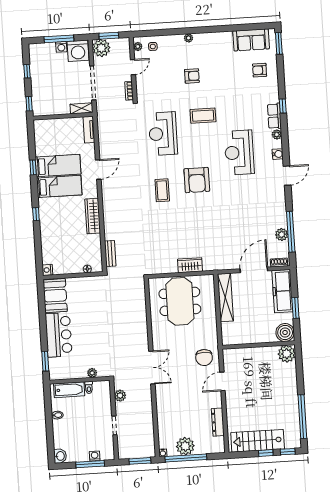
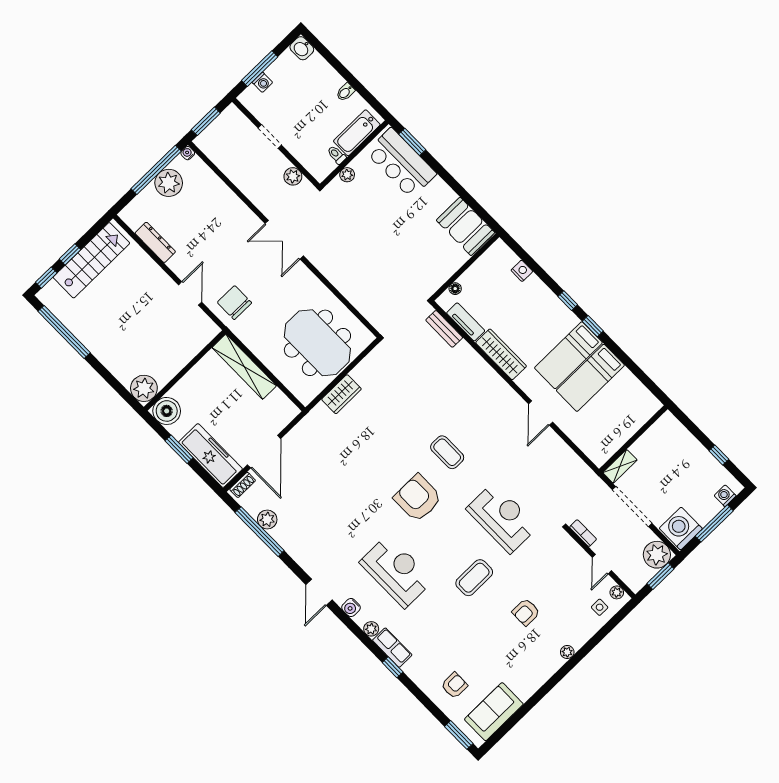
washing machine: (61, 47) -> (725, 496), moved
window: (29, 104) -> (684, 420), removed
tv unit: (89, 130) -> (466, 322), moved
window: (33, 167) -> (593, 326), moved
nightstand: (47, 270) -> (522, 271), moved
shelving: (225, 297) -> (244, 367), moved
bar counter: (59, 335) -> (401, 163), moved

